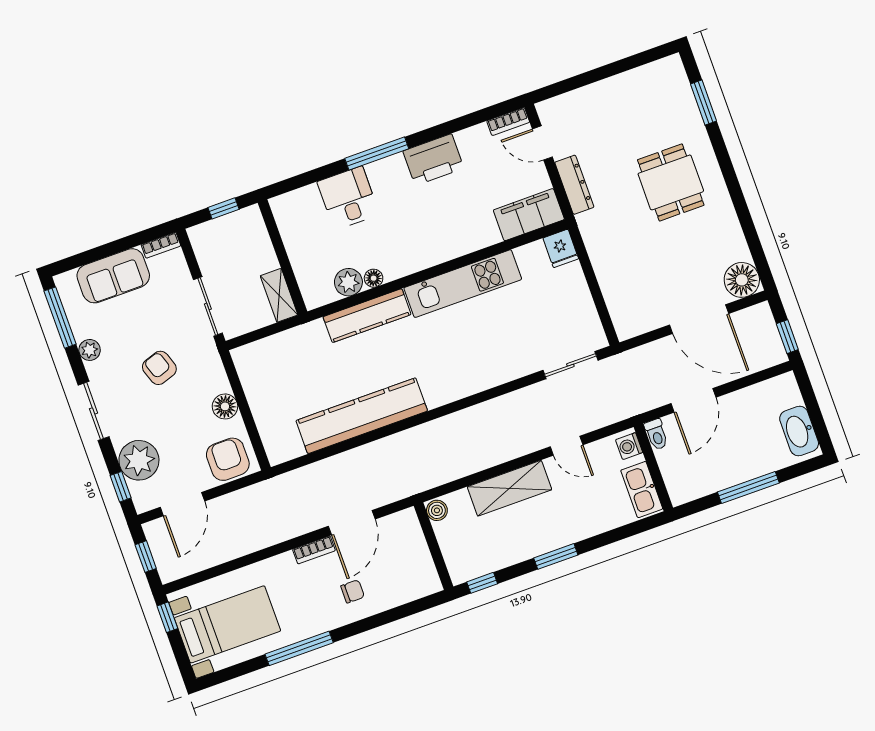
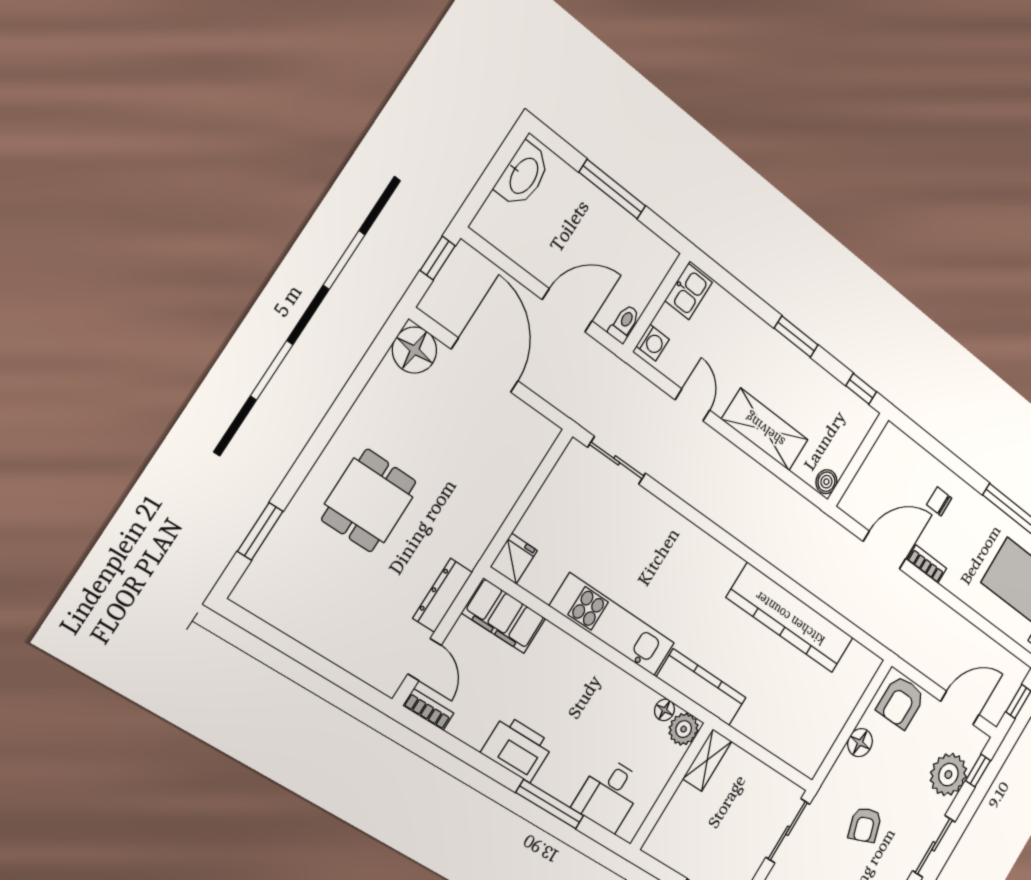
wall: (283, 257) -> (672, 786), moved
shelving: (279, 295) -> (707, 760), moved
kitchen sink: (642, 490) -> (689, 292), width x0.73

